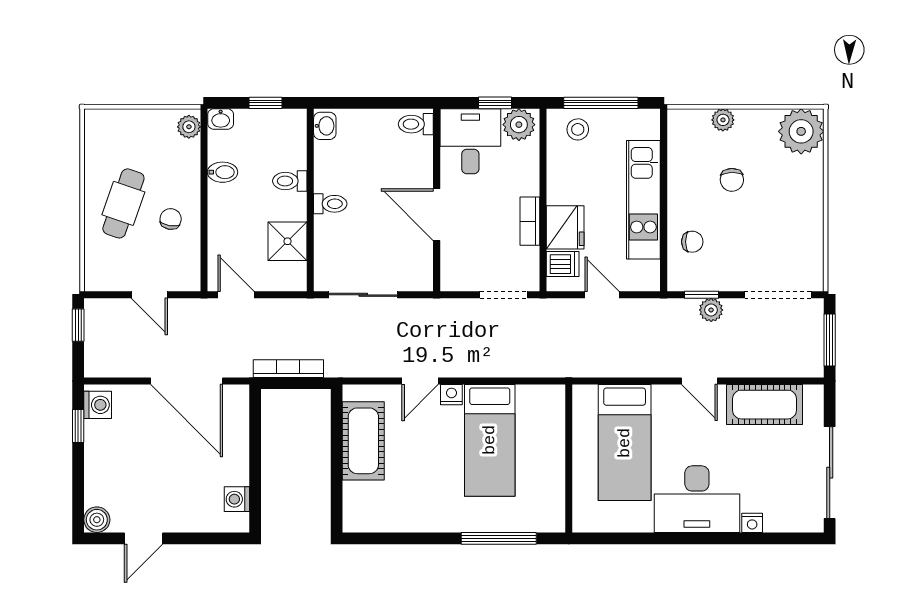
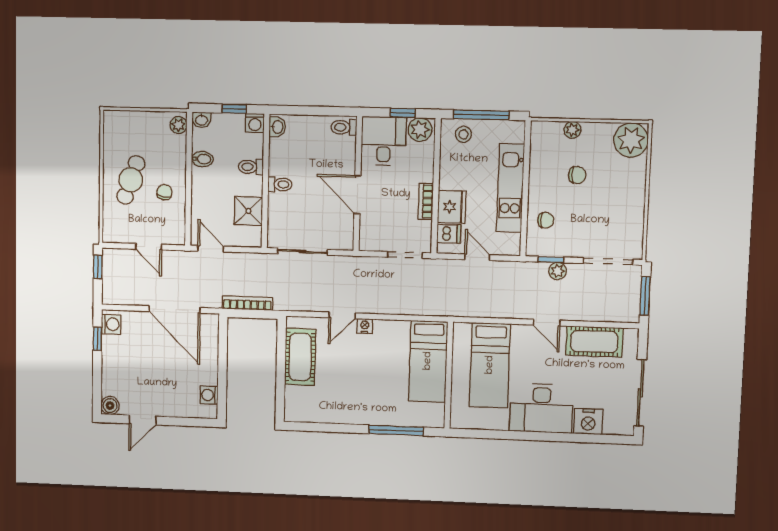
washing machine: (294, 121) -> (255, 123), added
chair: (732, 180) -> (577, 175), turned -88
bed: (490, 440) -> (428, 361), moved
nightstand: (752, 523) -> (588, 422), width x1.89, depth x1.79

